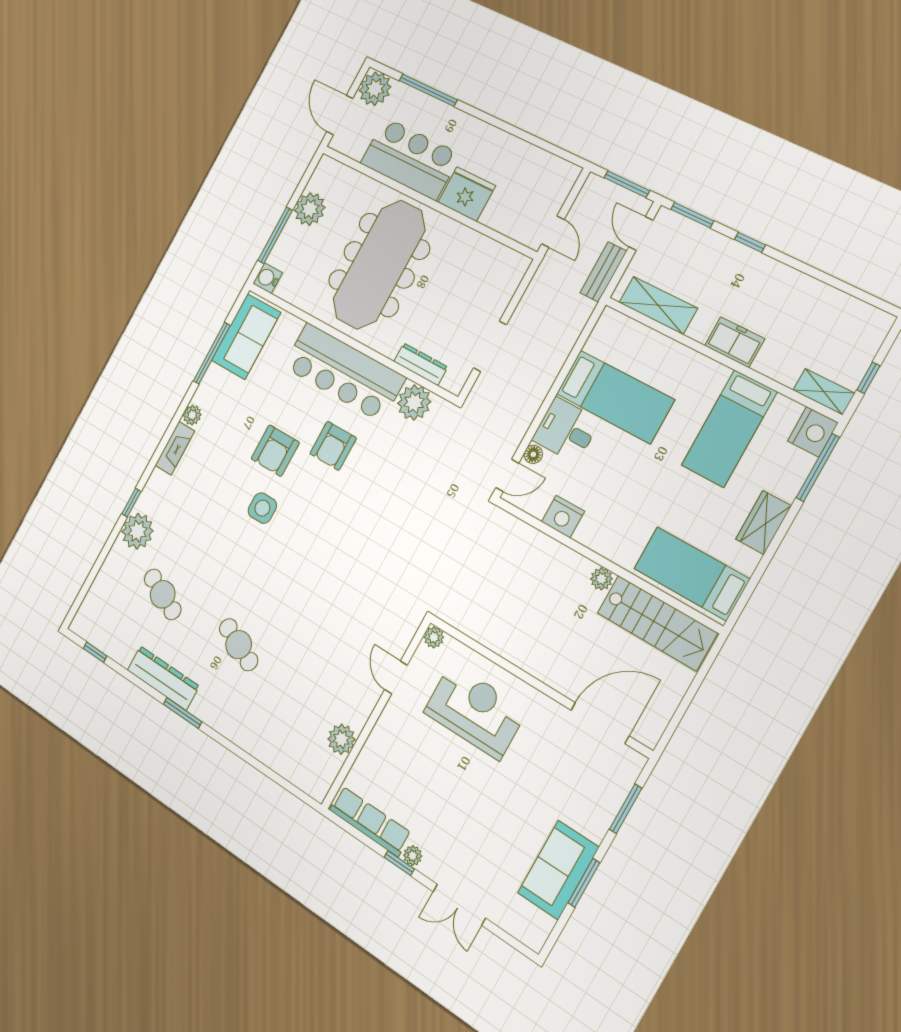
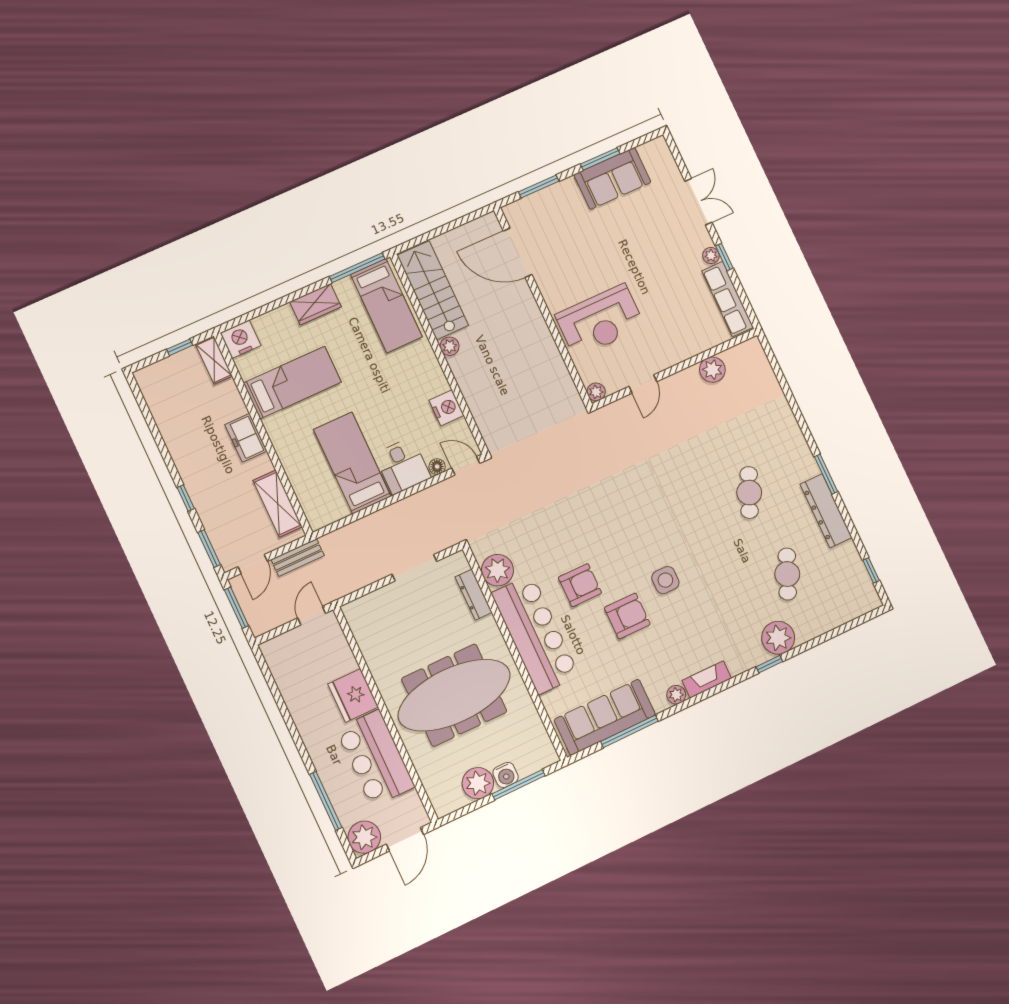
water cooler: (268, 278) -> (506, 775), moved
sofa: (246, 337) -> (605, 717), width x1.36
window: (818, 468) -> (357, 268), moved
reception desk: (475, 711) -> (600, 321), turned -90

